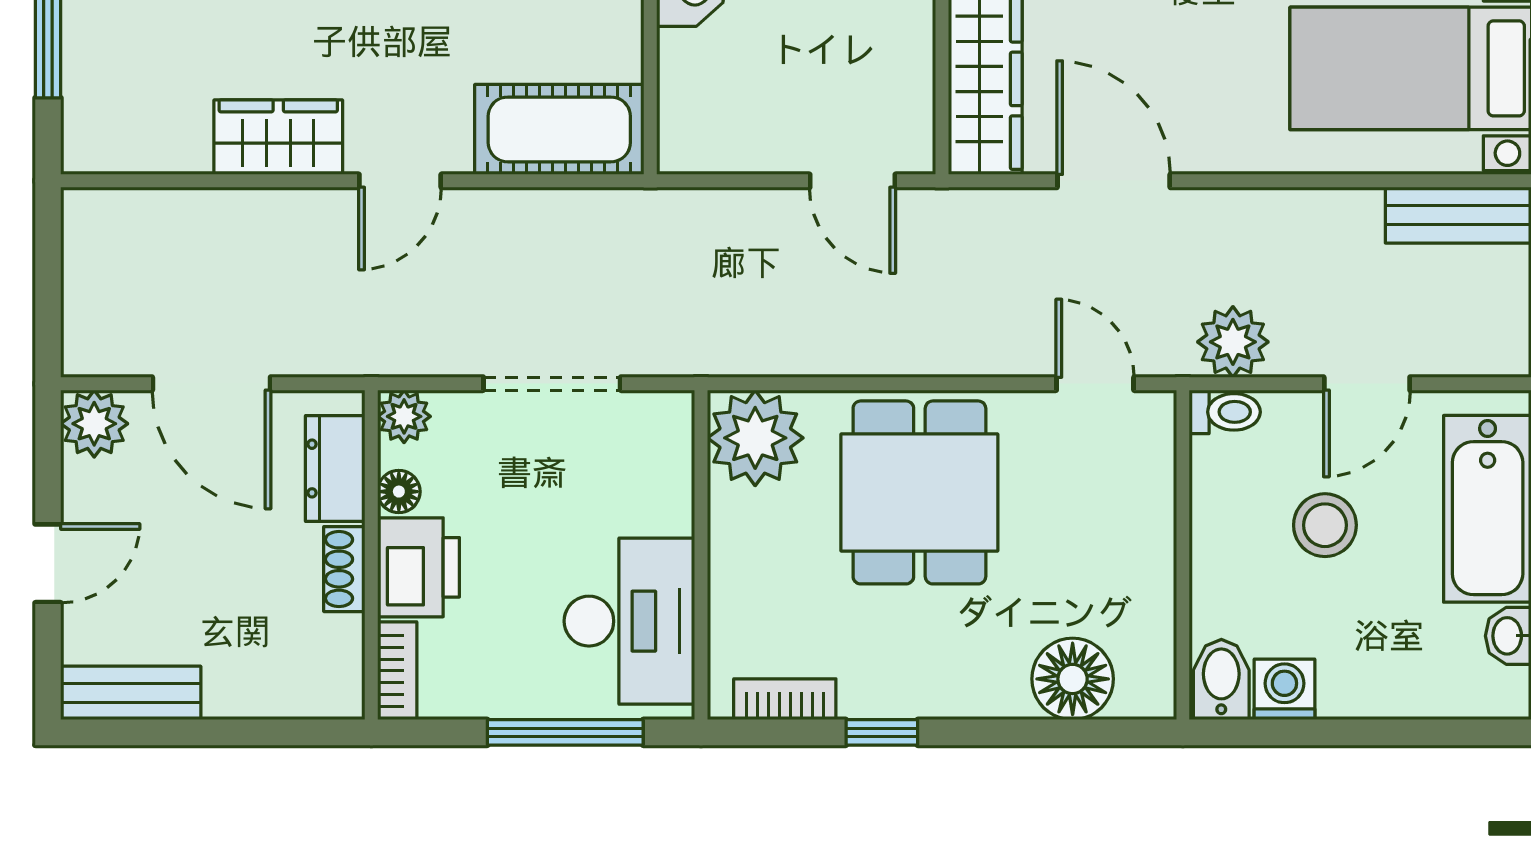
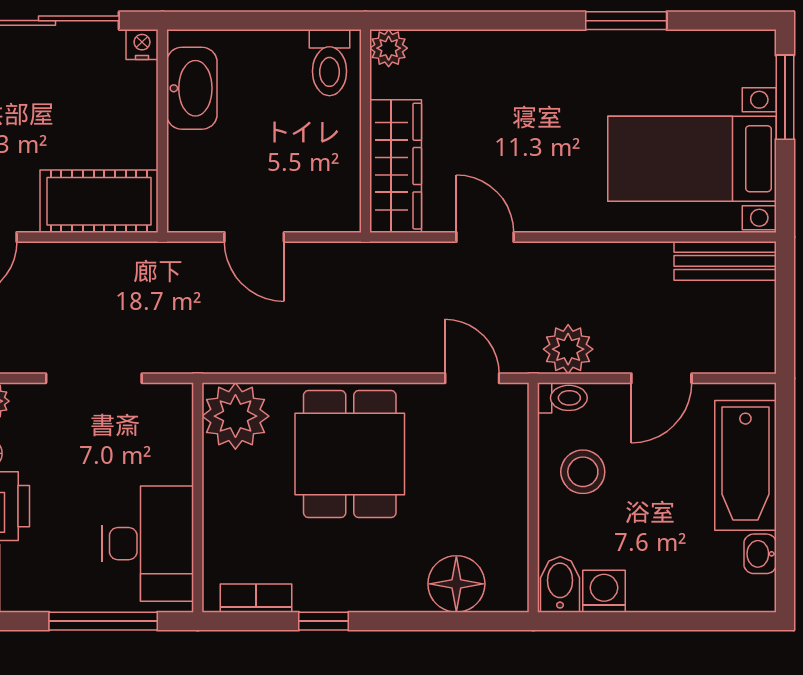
door: (853, 181) -> (254, 237), moved
door: (1114, 181) -> (485, 237), width x0.73
stool: (1325, 525) -> (583, 472), moved

